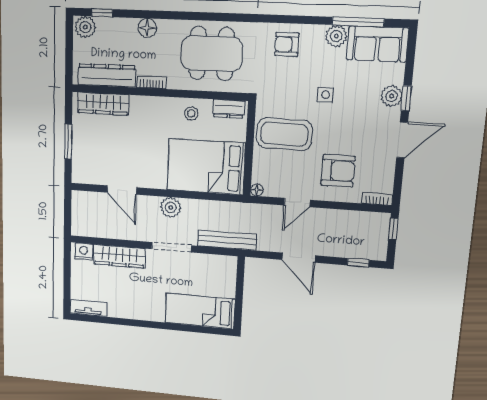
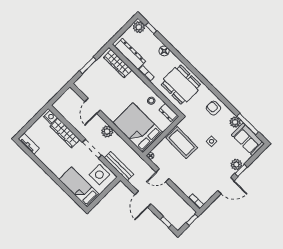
armchair: (338, 171) -> (190, 176), removed
side table: (211, 273) -> (99, 175), added

